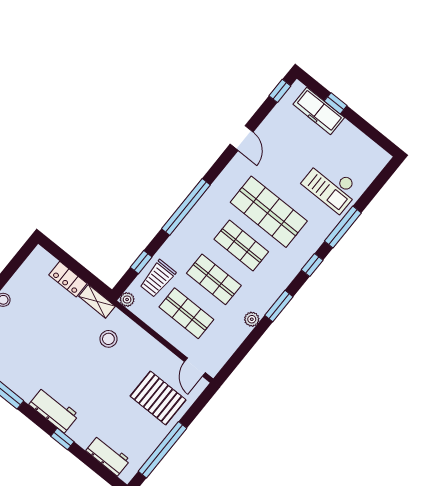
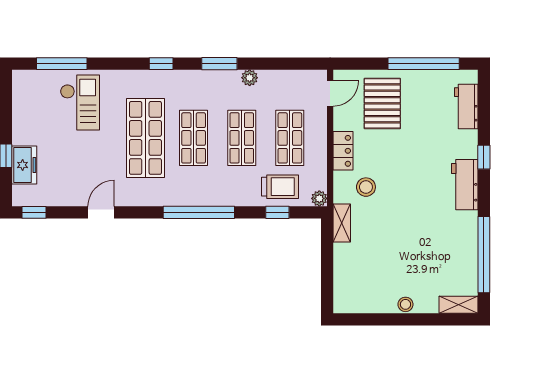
freezer: (319, 111) -> (24, 165), width x0.71
window: (343, 227) -> (62, 64), moved
locker: (68, 279) -> (343, 151), moved

